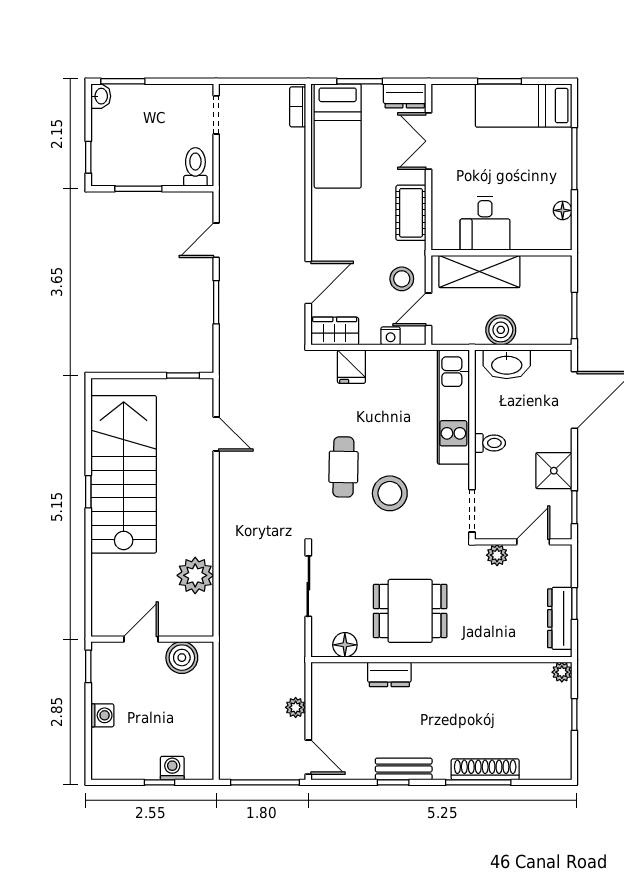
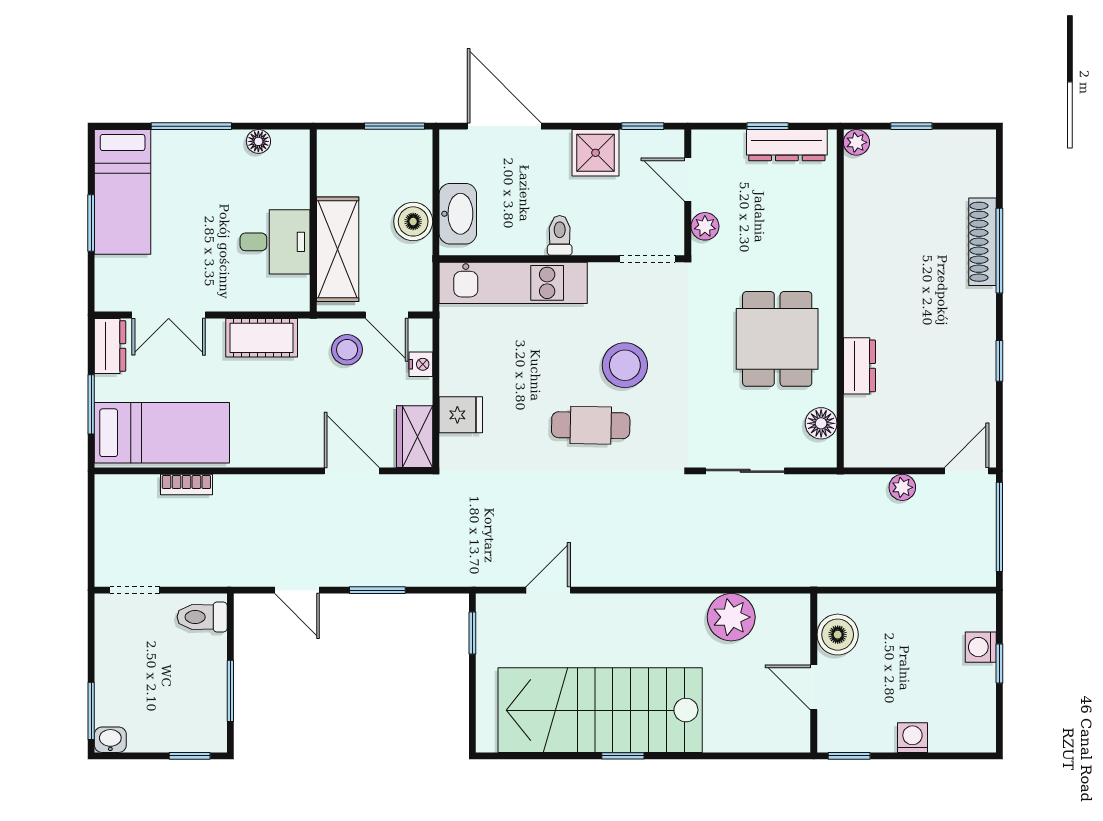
bookcase: (298, 107) -> (186, 484), moved
bench: (404, 769) -> (982, 347), removed

